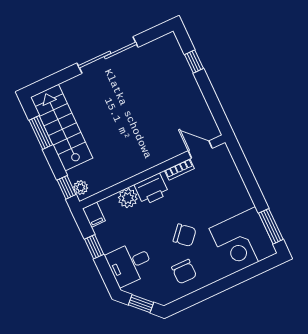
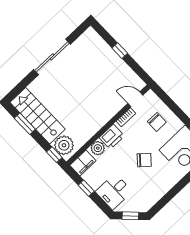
window: (194, 61) -> (120, 51), moved
plant: (81, 187) -> (64, 145), width x1.88, depth x1.88
filing cabinet: (94, 215) -> (83, 163), width x2.00
chair: (184, 272) -> (157, 122), moved

